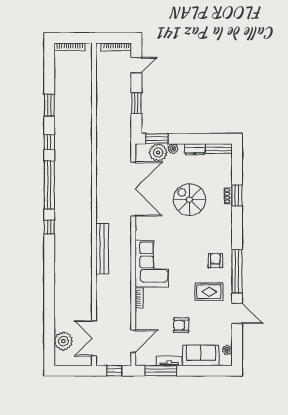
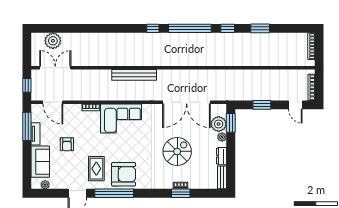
armchair: (215, 261) -> (124, 174), width x1.88, depth x1.88
armchair: (181, 325) -> (67, 144), turned 180

